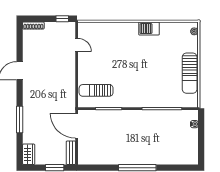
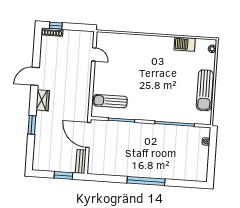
window: (62, 19) -> (56, 26), moved
barbecue: (149, 29) -> (185, 44), moved
window: (20, 119) -> (32, 125), width x0.69
wardrobe: (29, 154) -> (43, 100), moved

